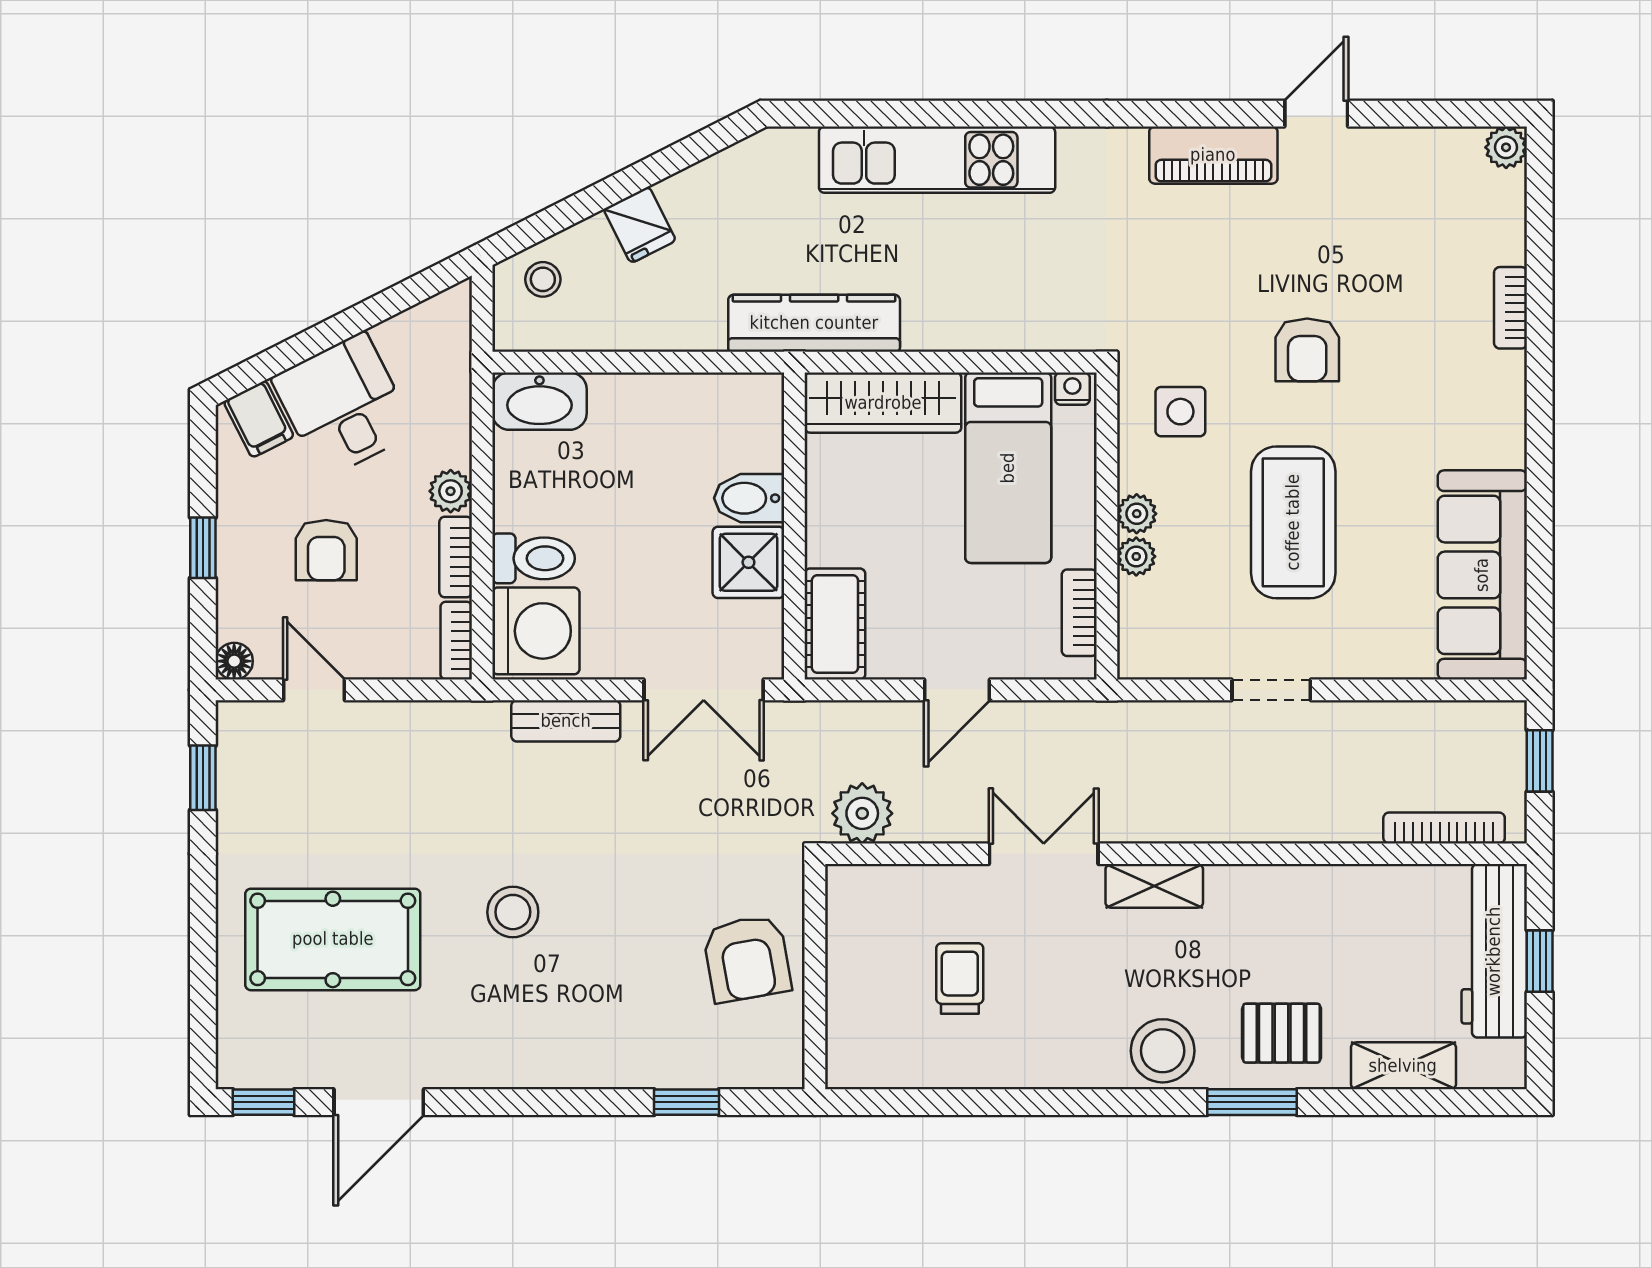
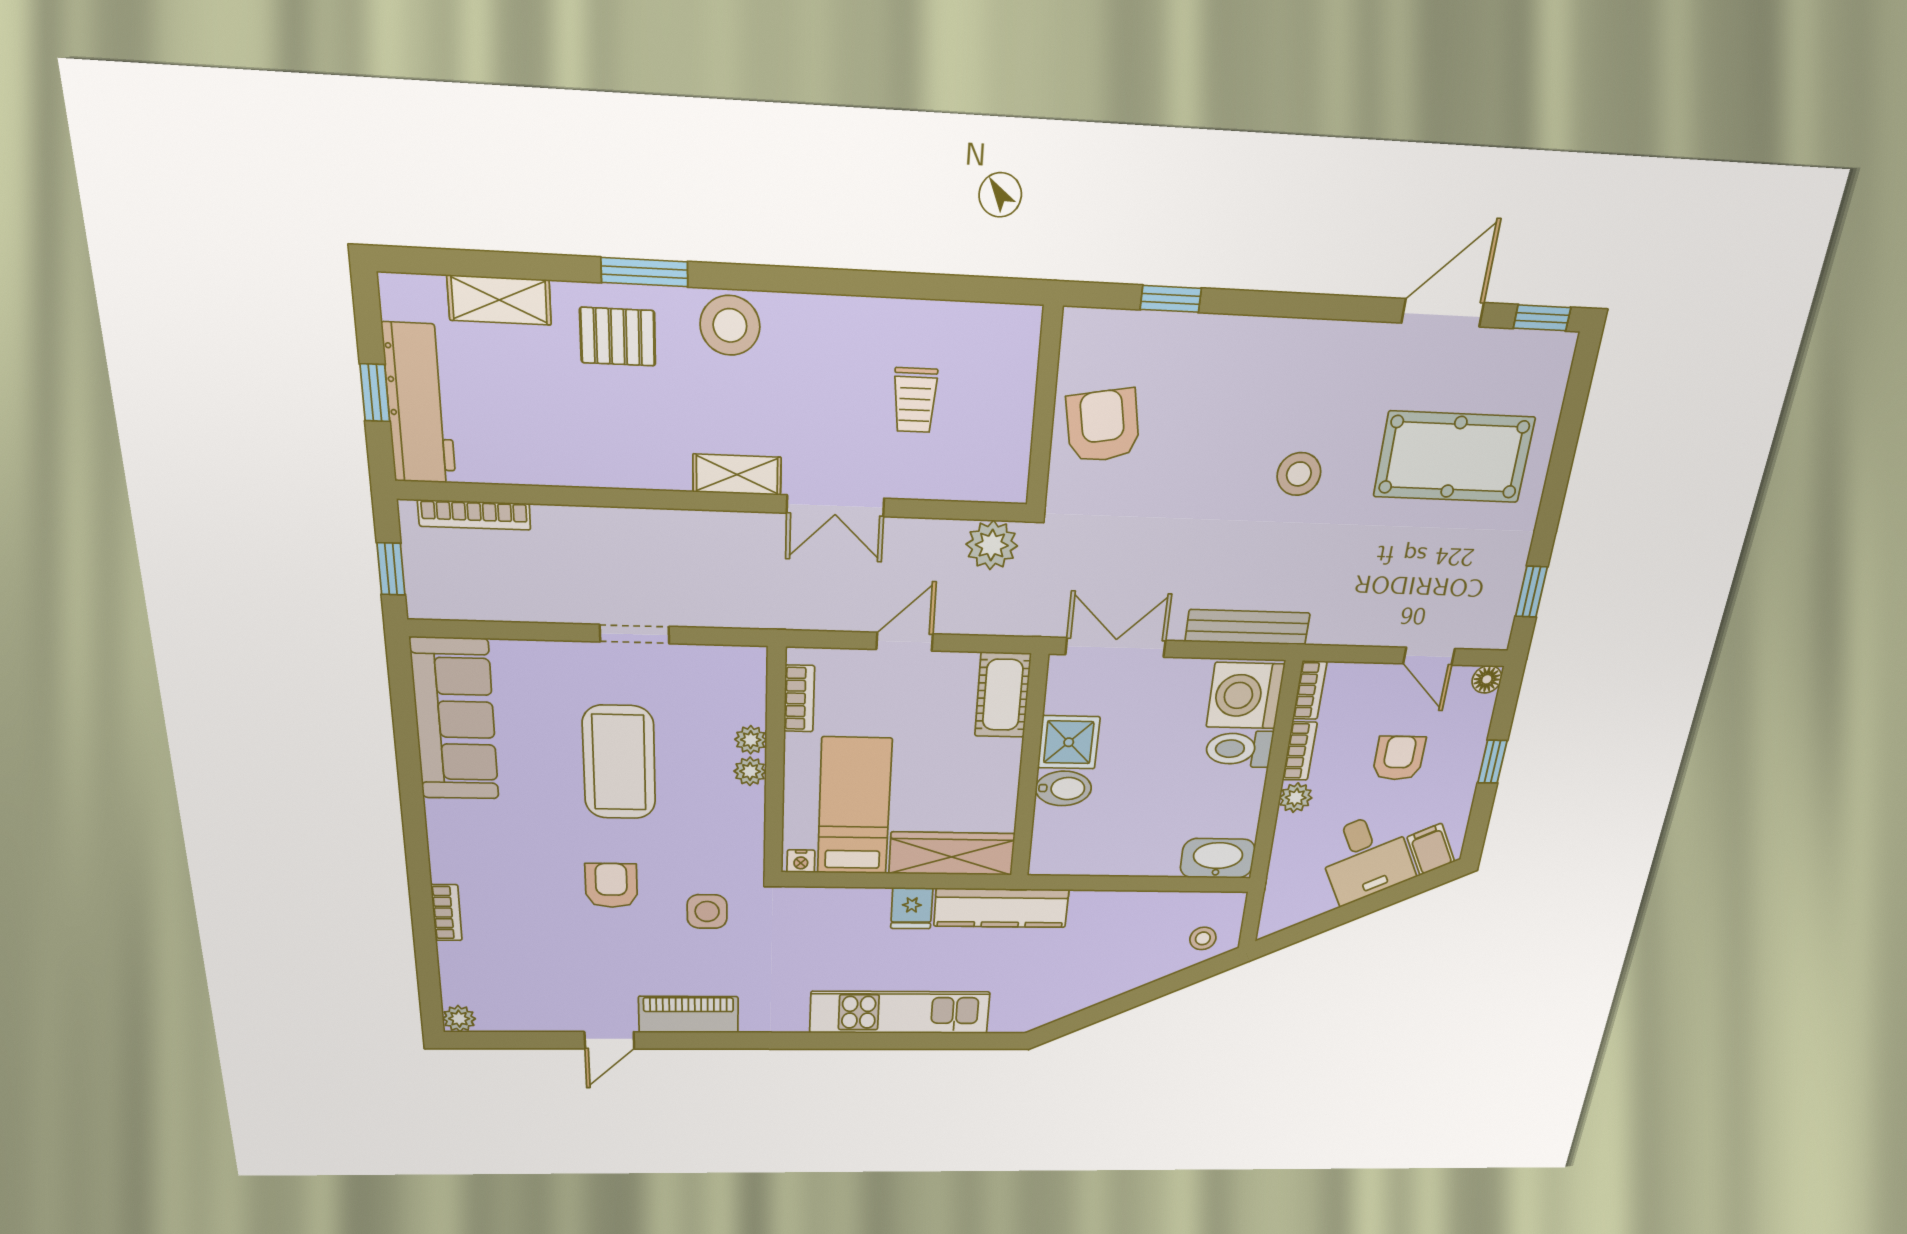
fridge: (640, 225) -> (912, 908), moved, turned -153
side table: (1180, 412) -> (707, 911), moved
bench: (566, 721) -> (1247, 627), width x1.36

